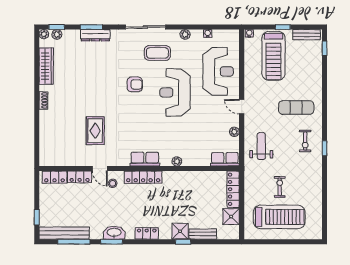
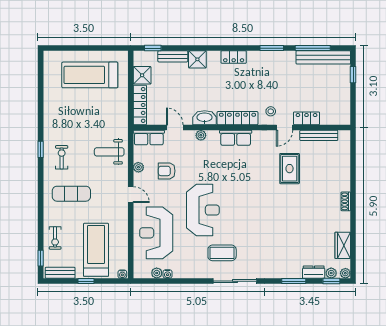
plant: (185, 34) -> (157, 273), moved
dresser: (95, 35) -> (314, 272), moved, width x0.70
wardrobe: (46, 66) -> (343, 245), width x0.67
armchair: (135, 84) -> (167, 171), moved
weight bench: (261, 146) -> (109, 152), turned 90
bench: (68, 161) -> (319, 135), added
door: (100, 169) -> (285, 127), swing flipped
door: (201, 169) -> (175, 127), added
locker: (54, 177) -> (334, 118), removed
exercise bike: (280, 187) -> (55, 238), moved
washbasin: (114, 233) -> (205, 118), moved, turned 180
window: (183, 242) -> (153, 48), moved

